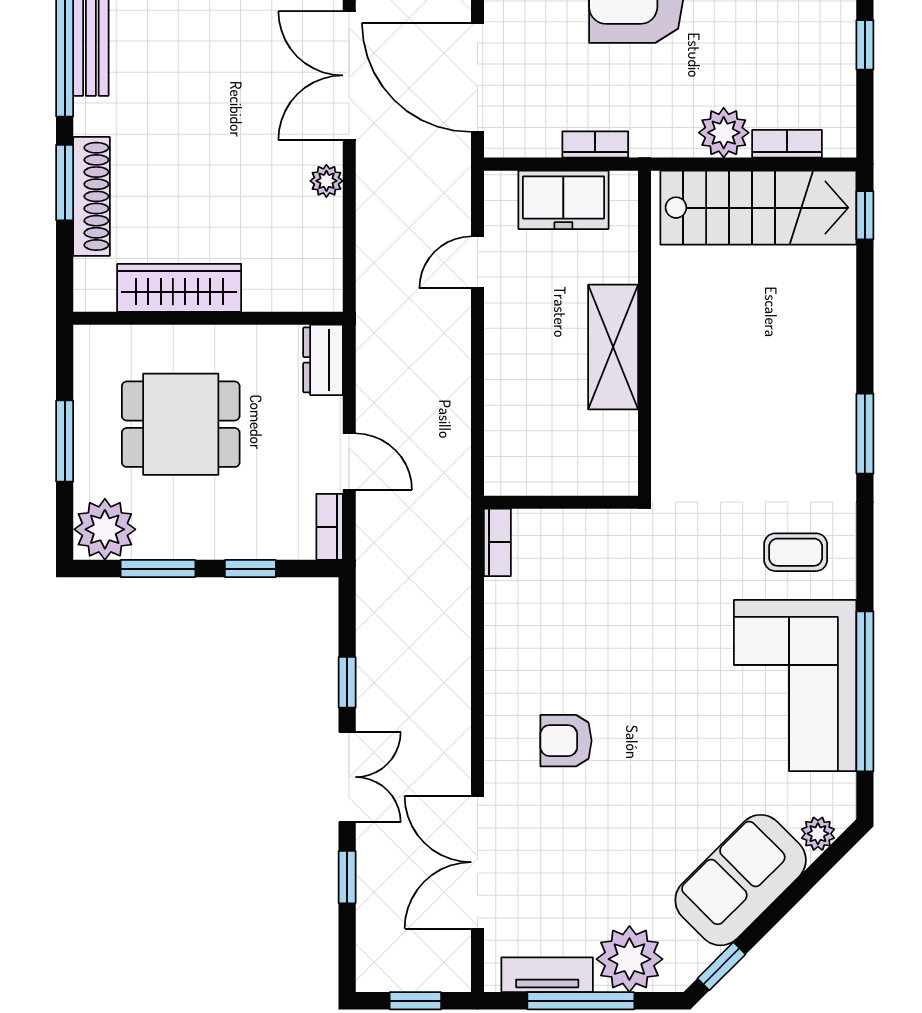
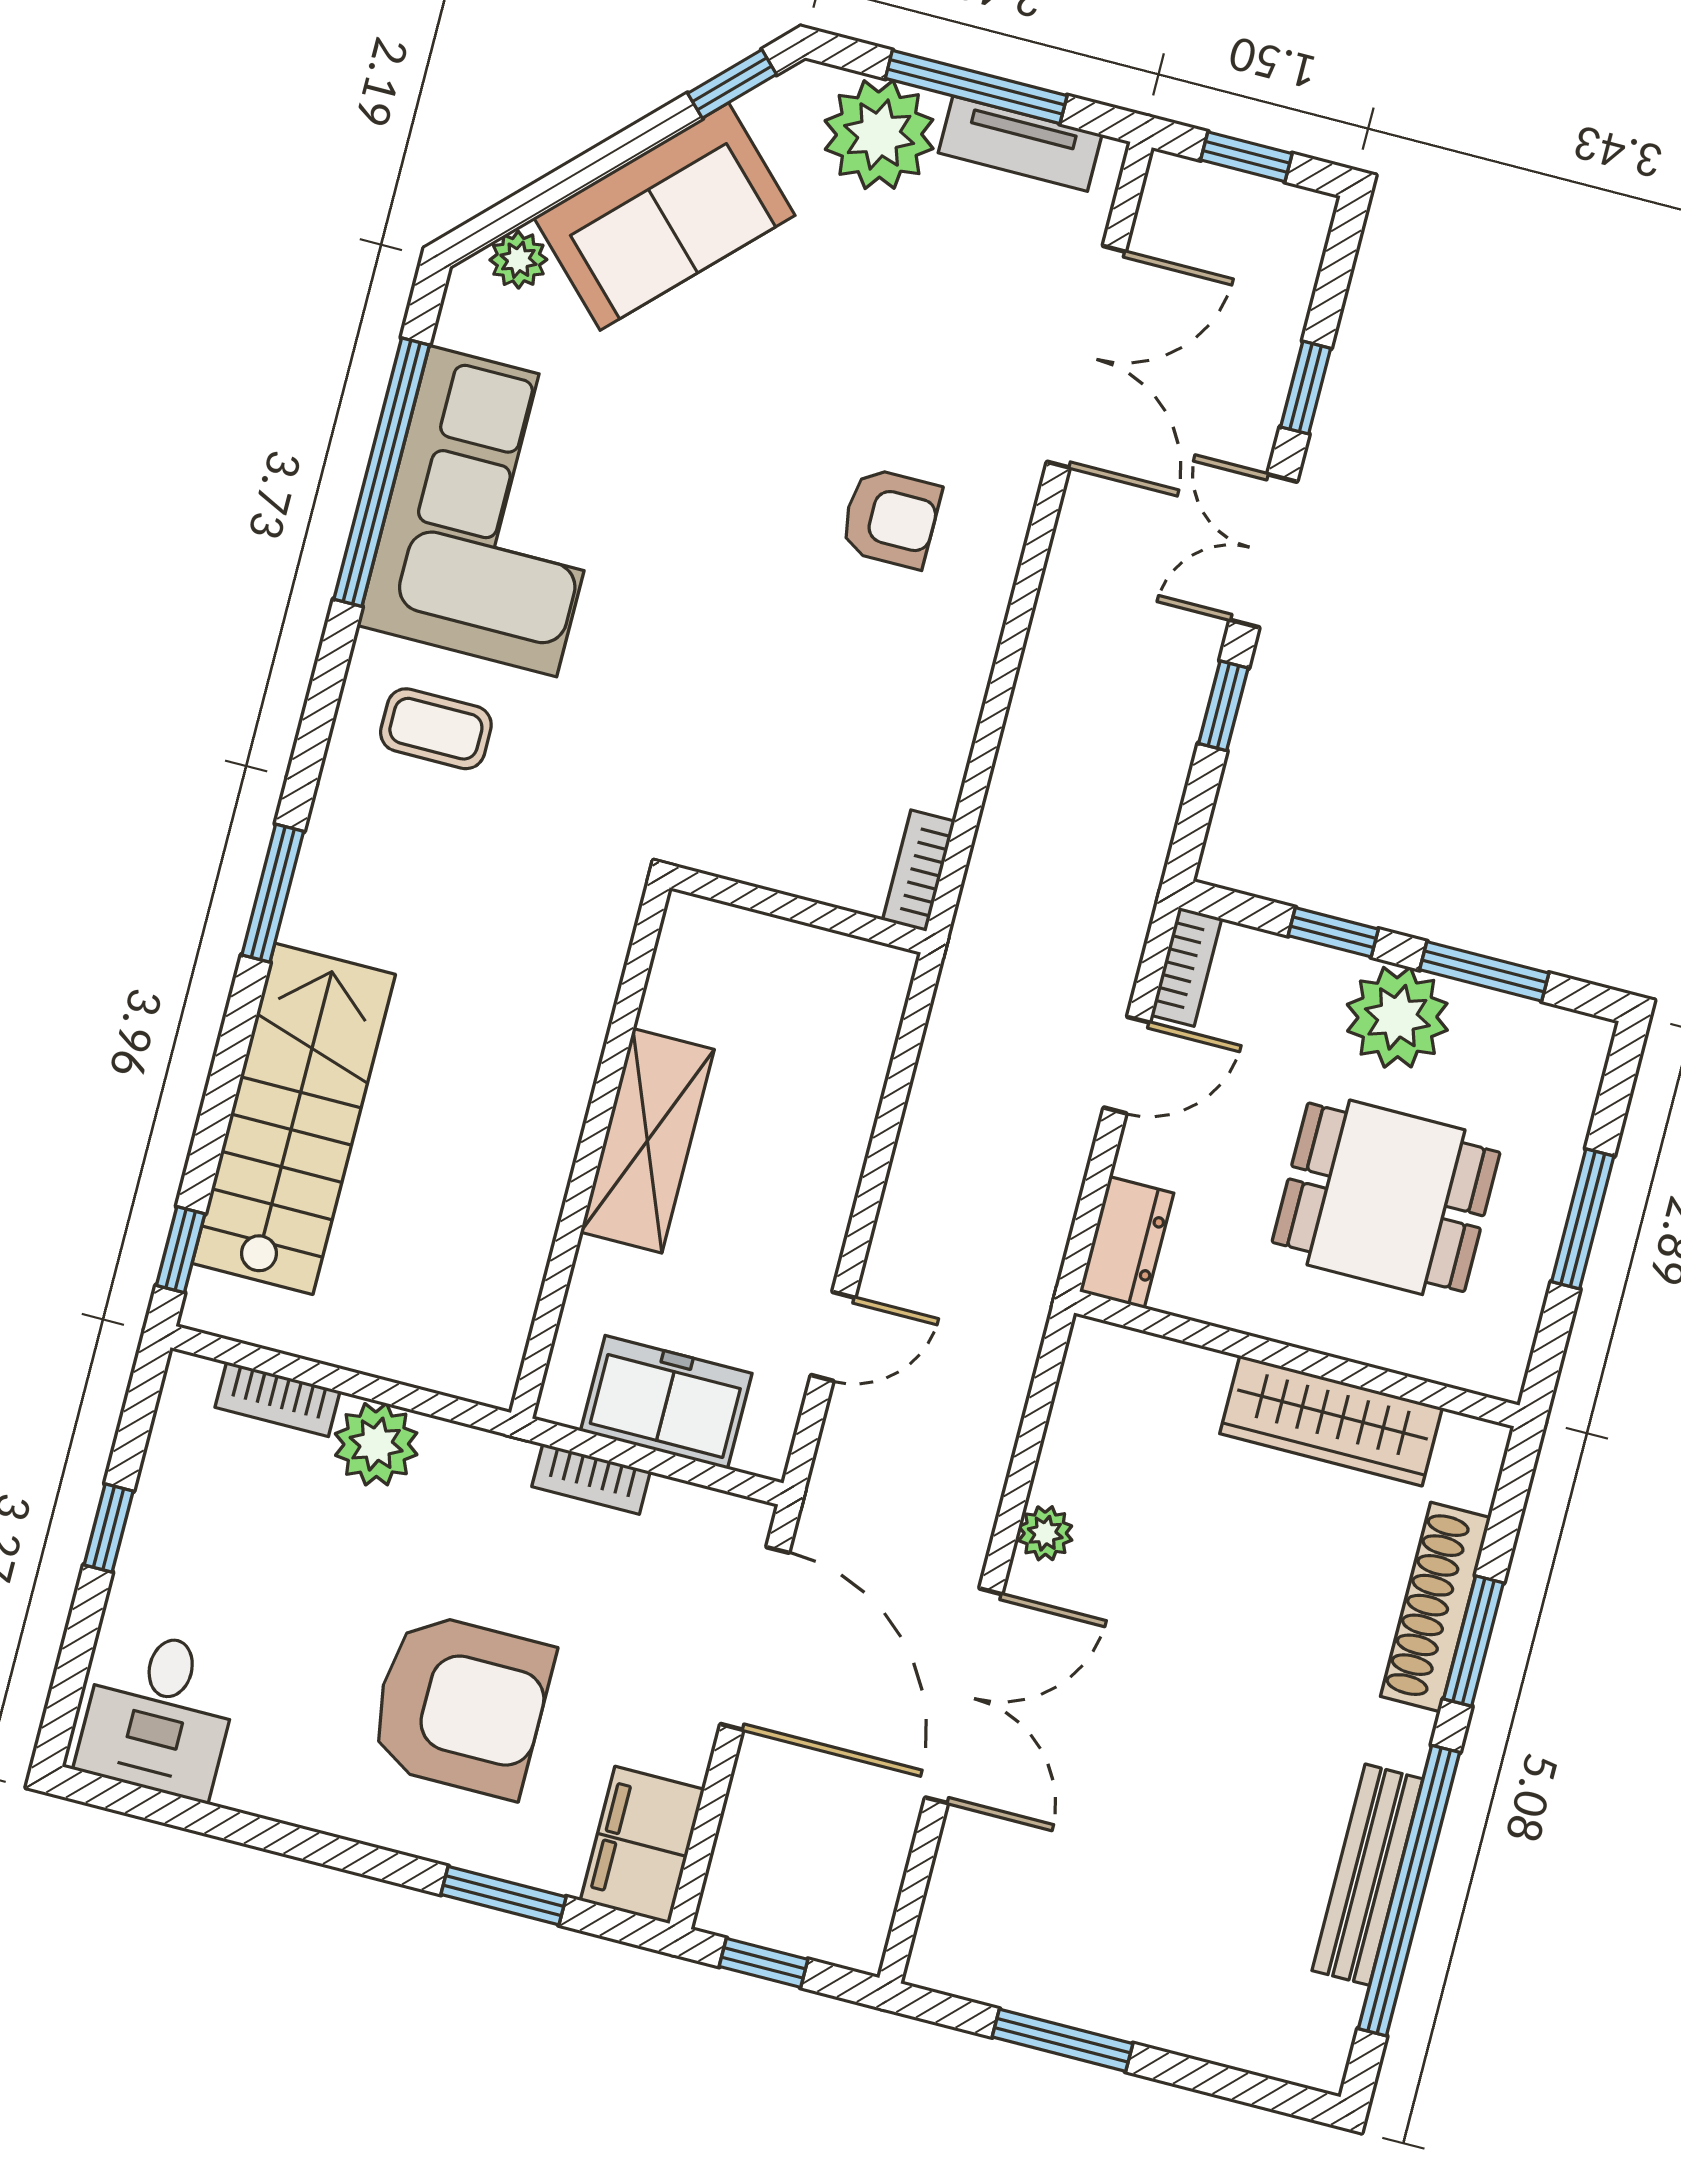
stairs: (758, 208) -> (294, 1119), moved, turned 90
door: (349, 462) -> (1127, 1065), swing flipped
plant: (105, 529) -> (1397, 1017), moved

